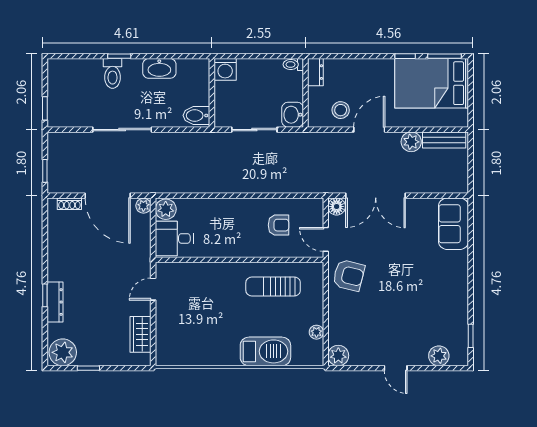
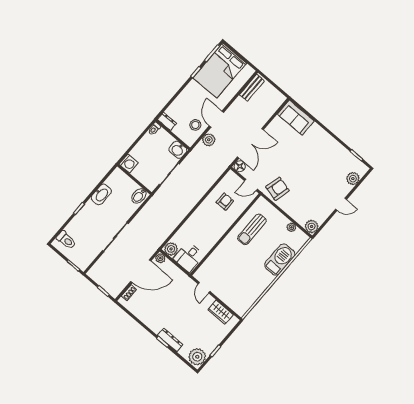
toilet: (113, 73) -> (66, 240), moved
plant: (411, 142) -> (209, 140), moved

